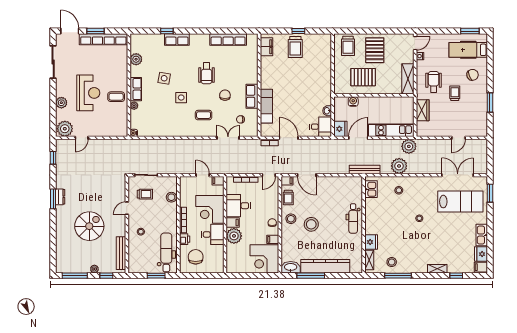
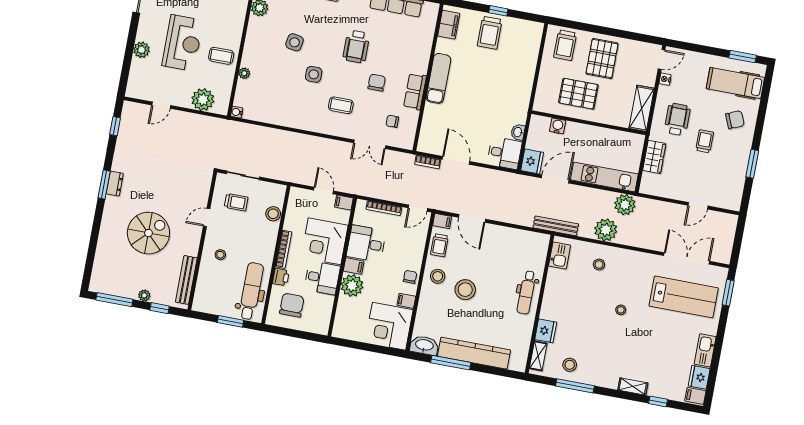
row of seats: (136, 89) -> (251, 50), removed
exam couch: (266, 106) -> (438, 78), moved
plant: (65, 129) -> (203, 100), moved
double door: (228, 138) -> (370, 144), swing flipped

